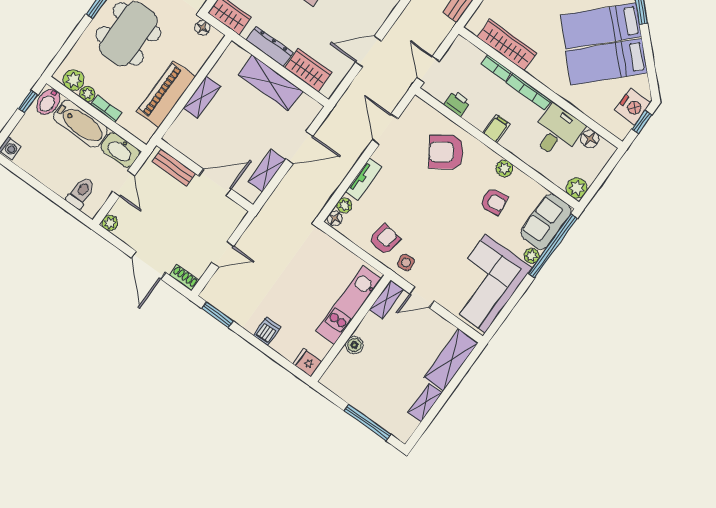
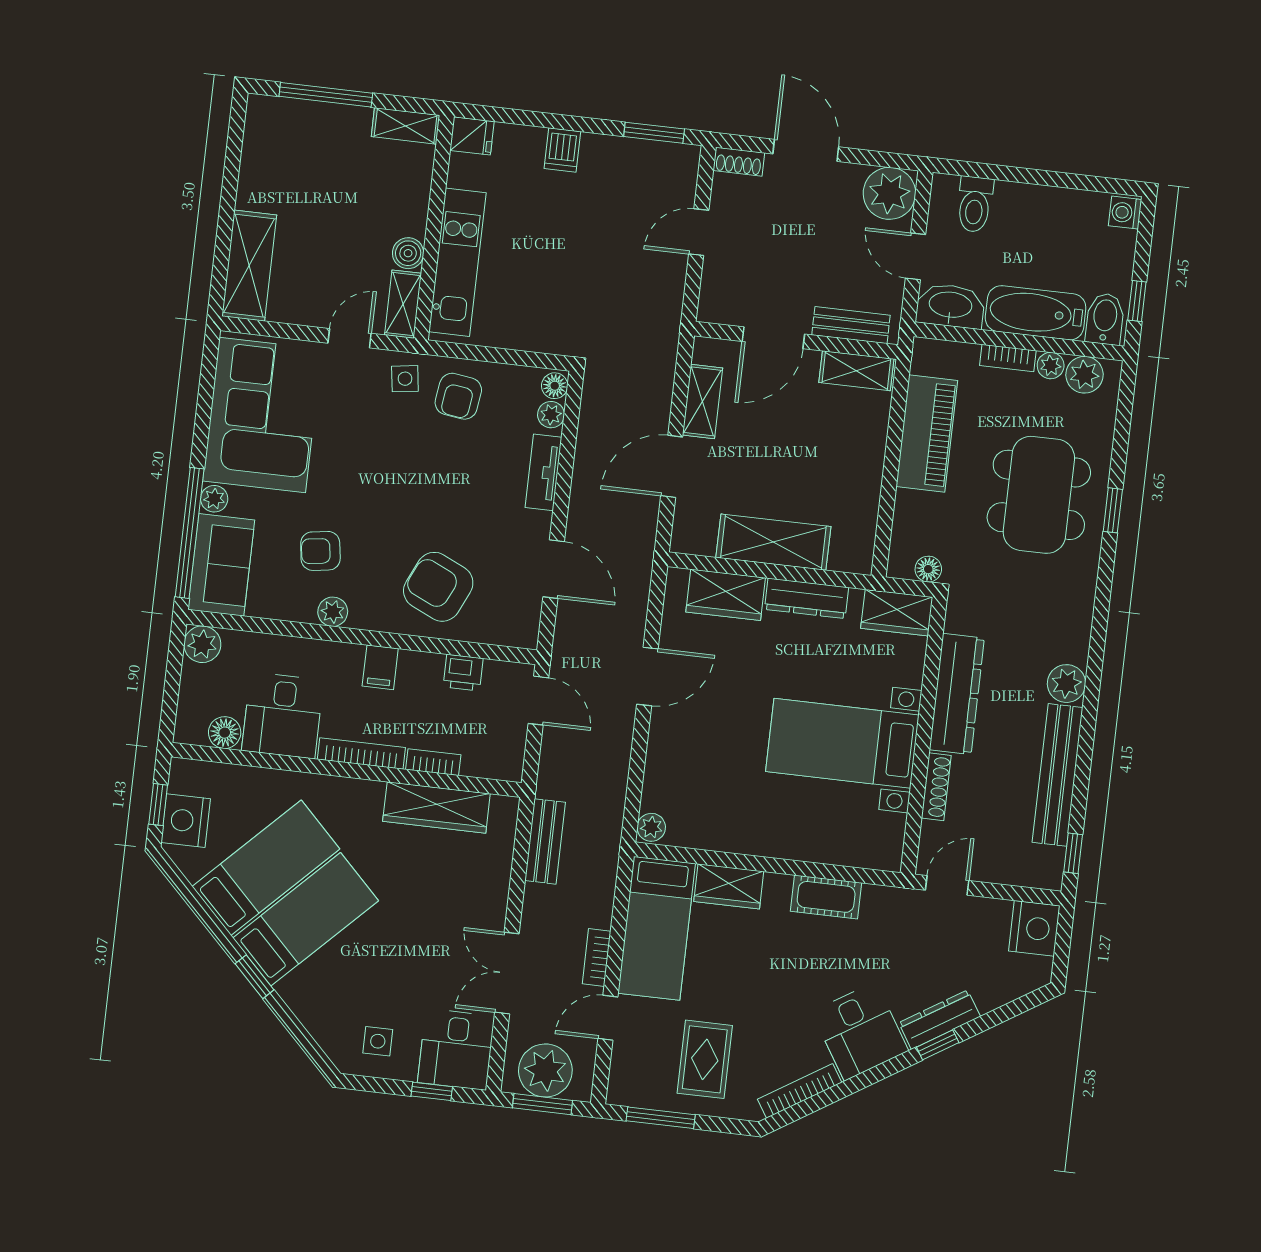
shelving: (202, 97) -> (856, 371), moved, turned 90
armchair: (446, 152) -> (438, 587), turned -121
plant: (110, 223) -> (889, 193), width x1.88, depth x1.88
boiler: (354, 345) -> (408, 253), moved
shelving: (425, 403) -> (406, 126), moved, turned 90

